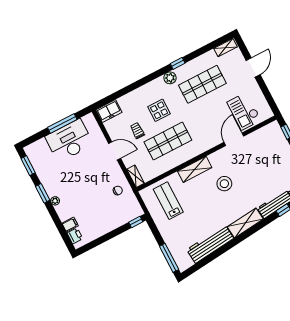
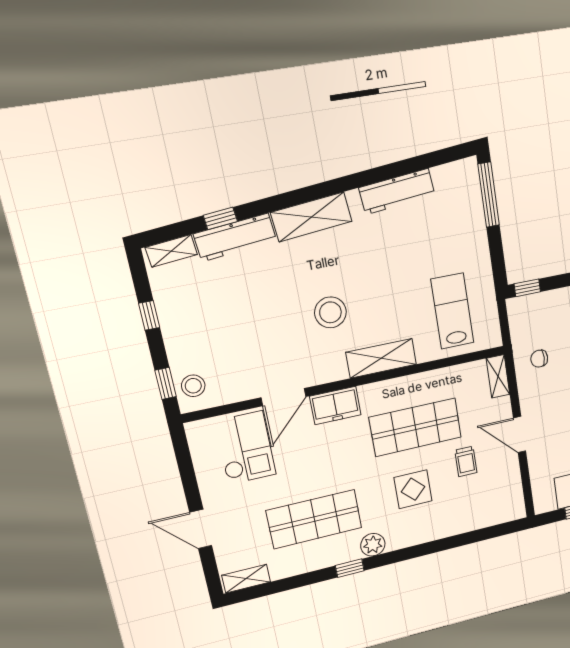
door: (253, 68) -> (201, 529), hinge flipped
freezer: (109, 111) -> (335, 406), moved, turned 180
stool: (275, 134) -> (193, 386), added
lab bench: (168, 201) -> (452, 311), turned 180
workbench: (210, 244) -> (397, 191), width x0.73, depth x0.76

